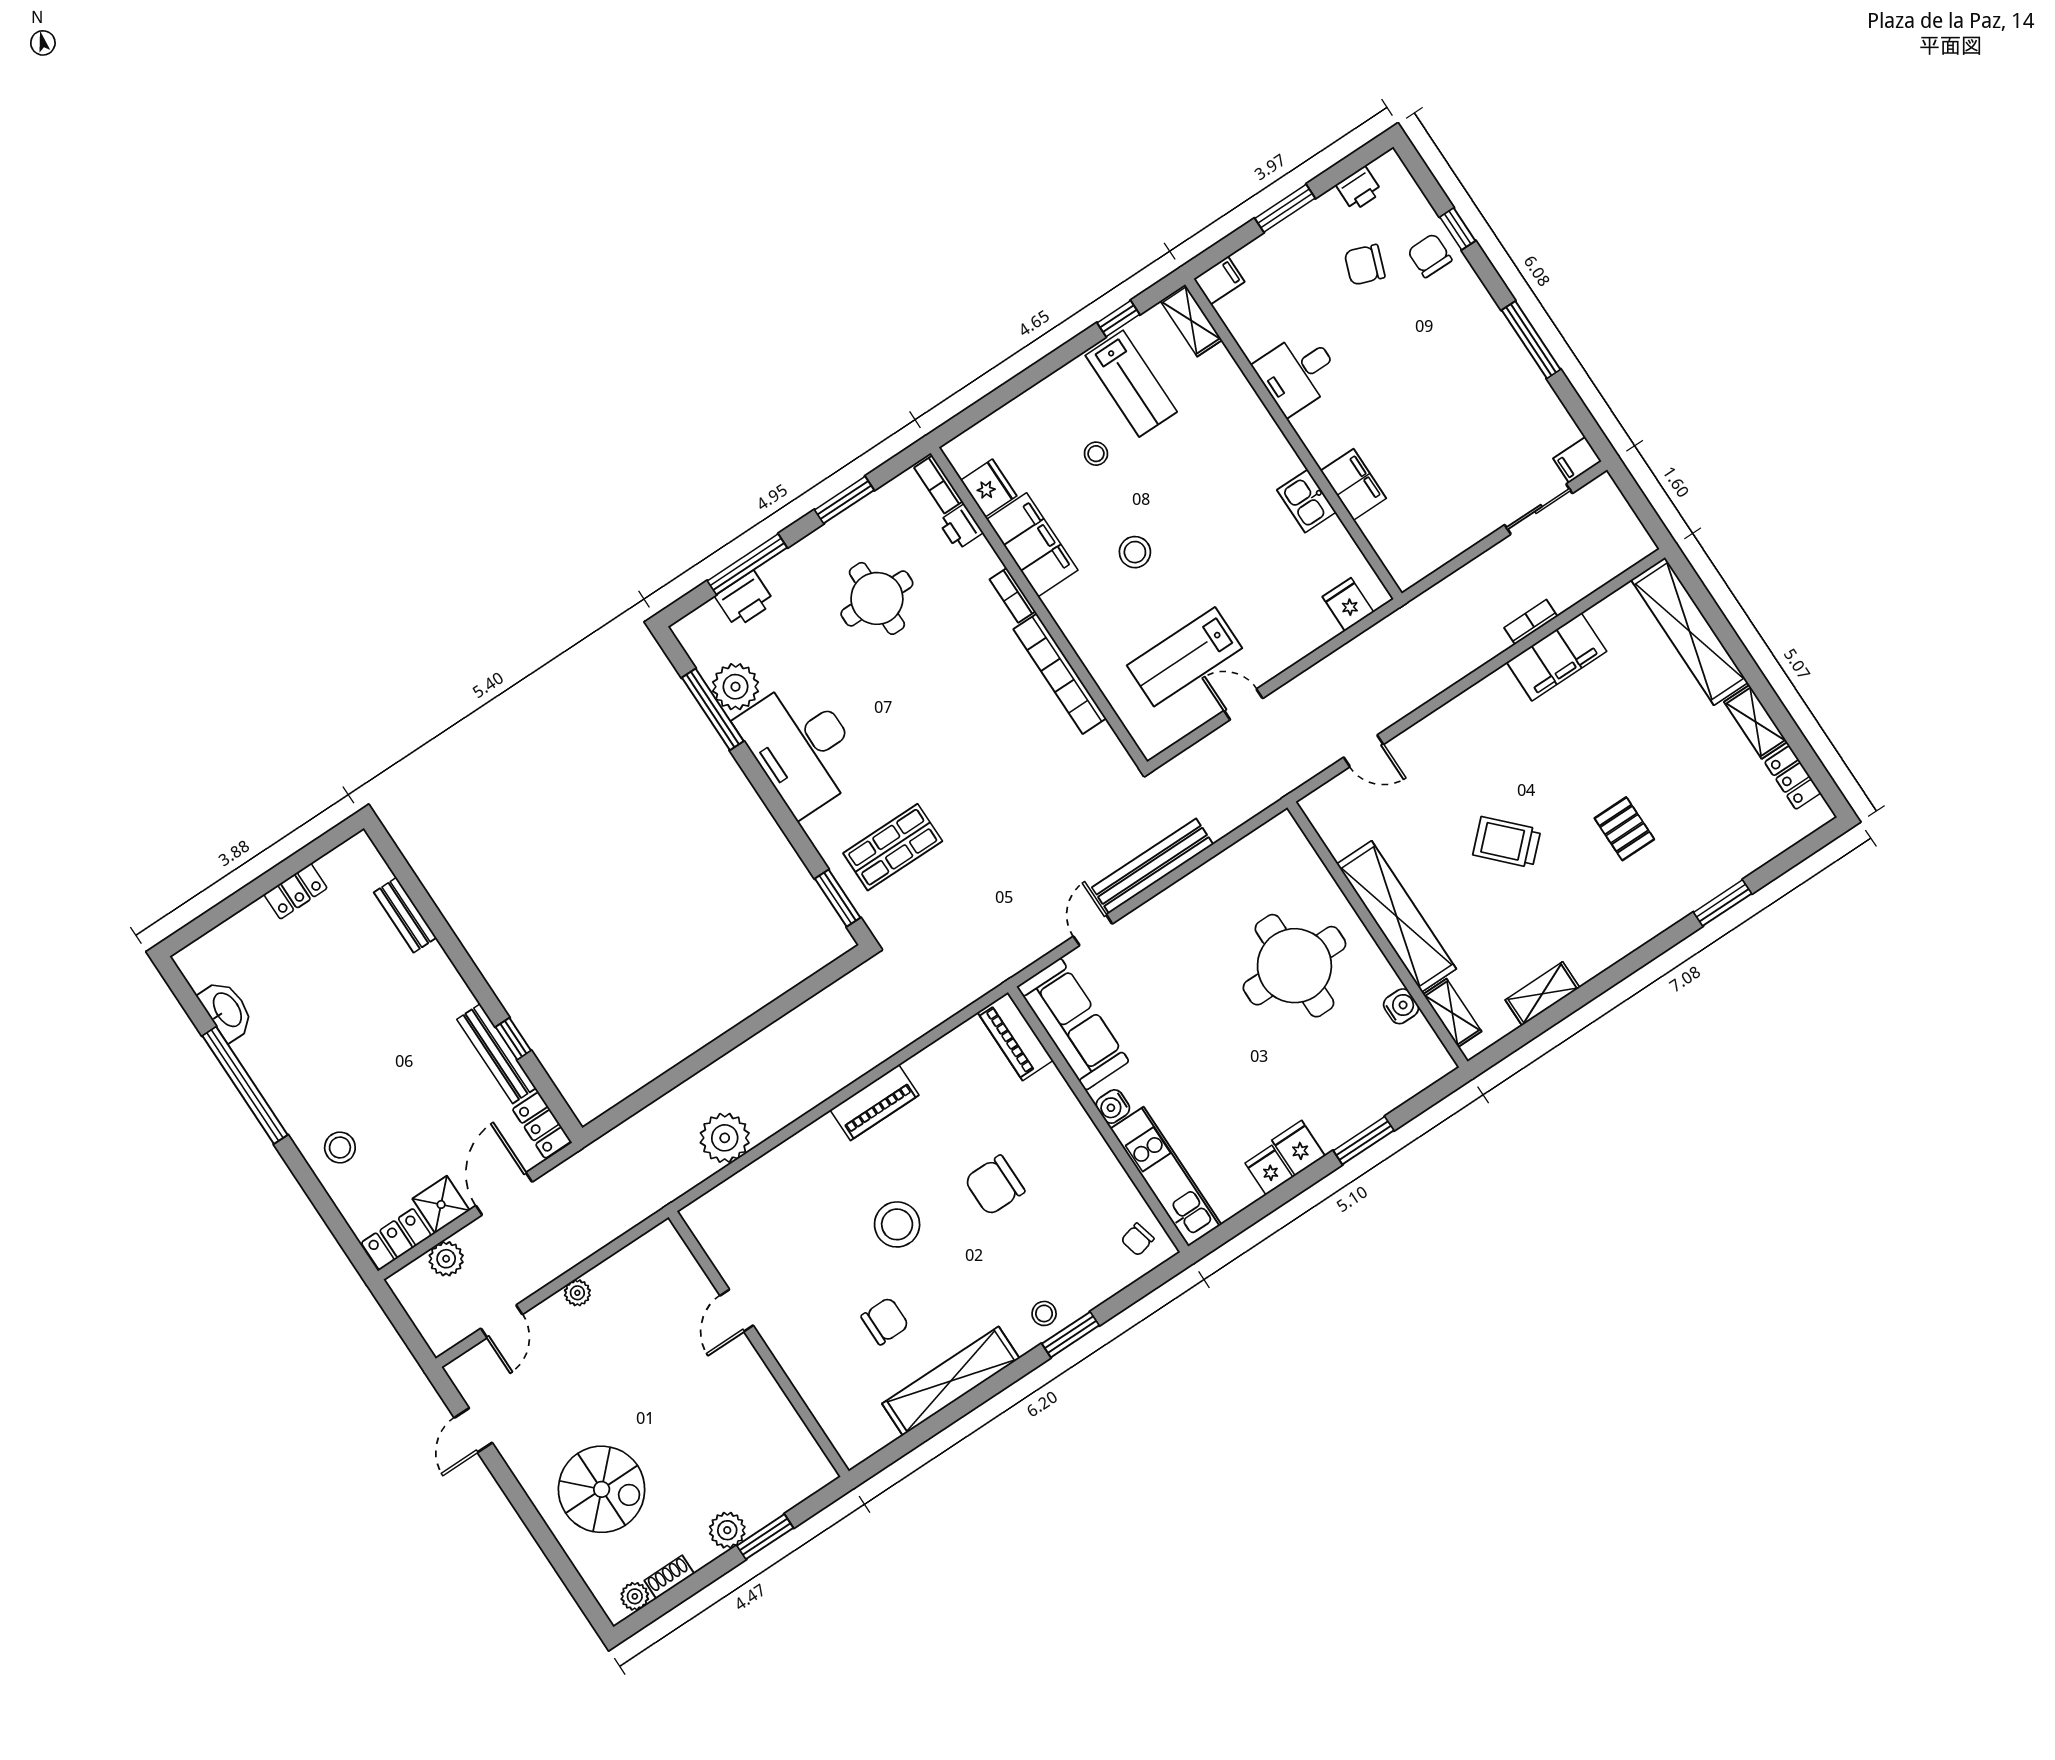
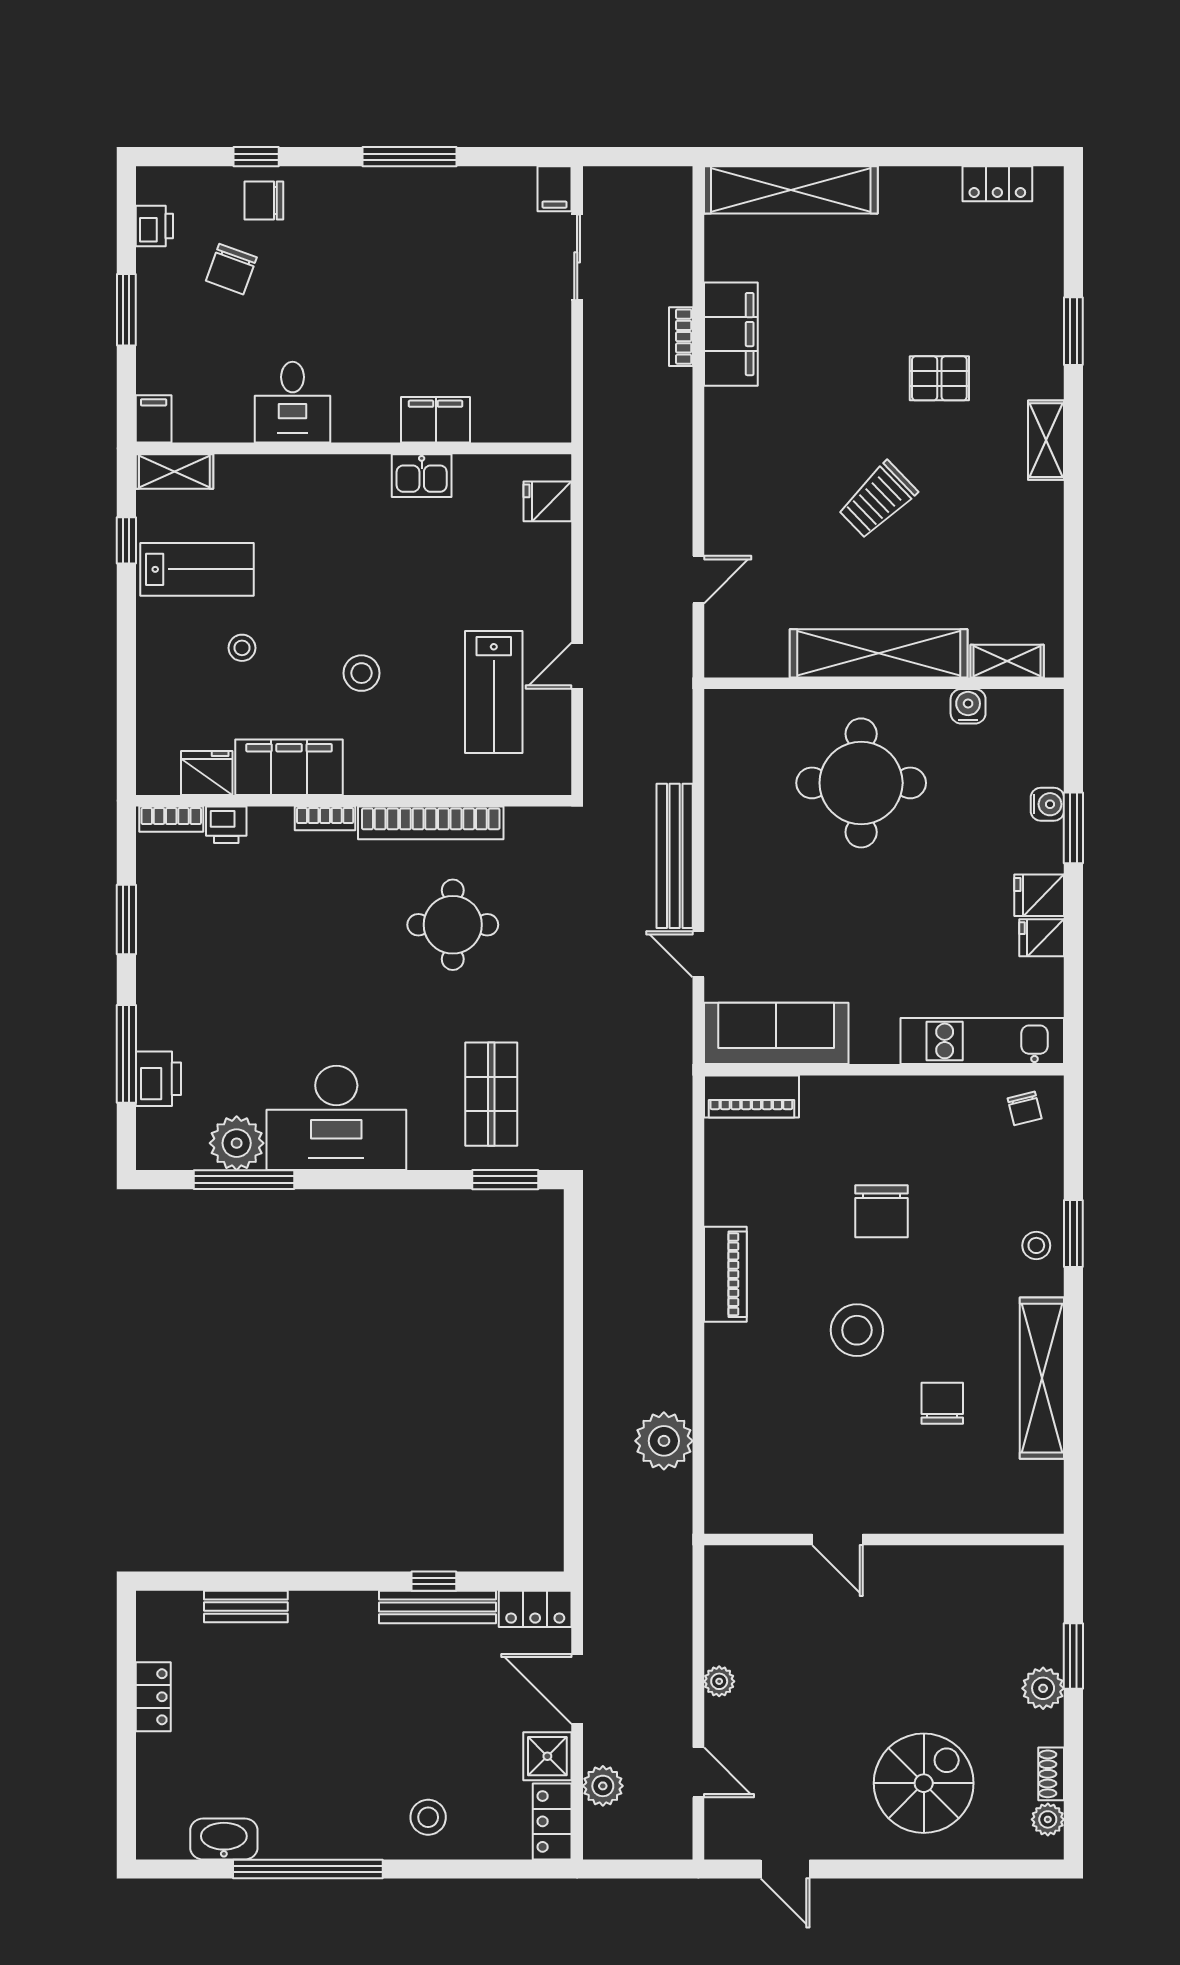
round table: (877, 598) -> (453, 925), moved
shelving: (1756, 722) -> (920, 184), removed
shelving: (1542, 994) -> (1046, 440), moved
water cooler: (1113, 1107) -> (1047, 804), moved, turned -90

